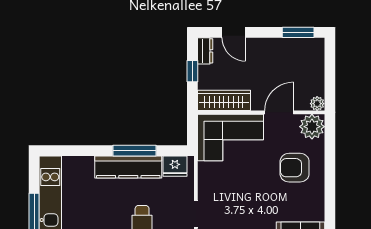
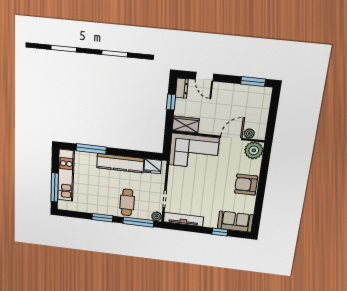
wardrobe: (224, 100) -> (186, 124), width x0.67
plant: (317, 104) -> (249, 134), moved
window: (134, 151) -> (91, 149), moved
armchair: (295, 168) -> (246, 185), moved

